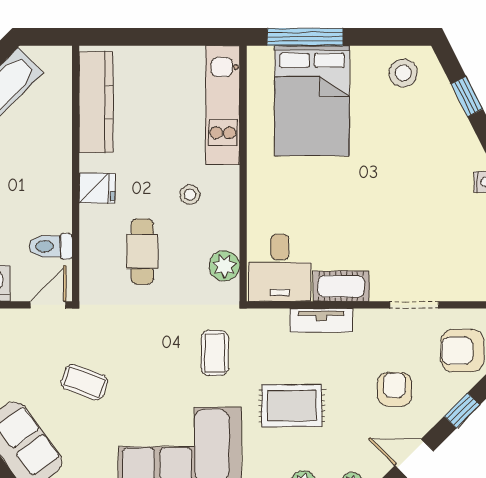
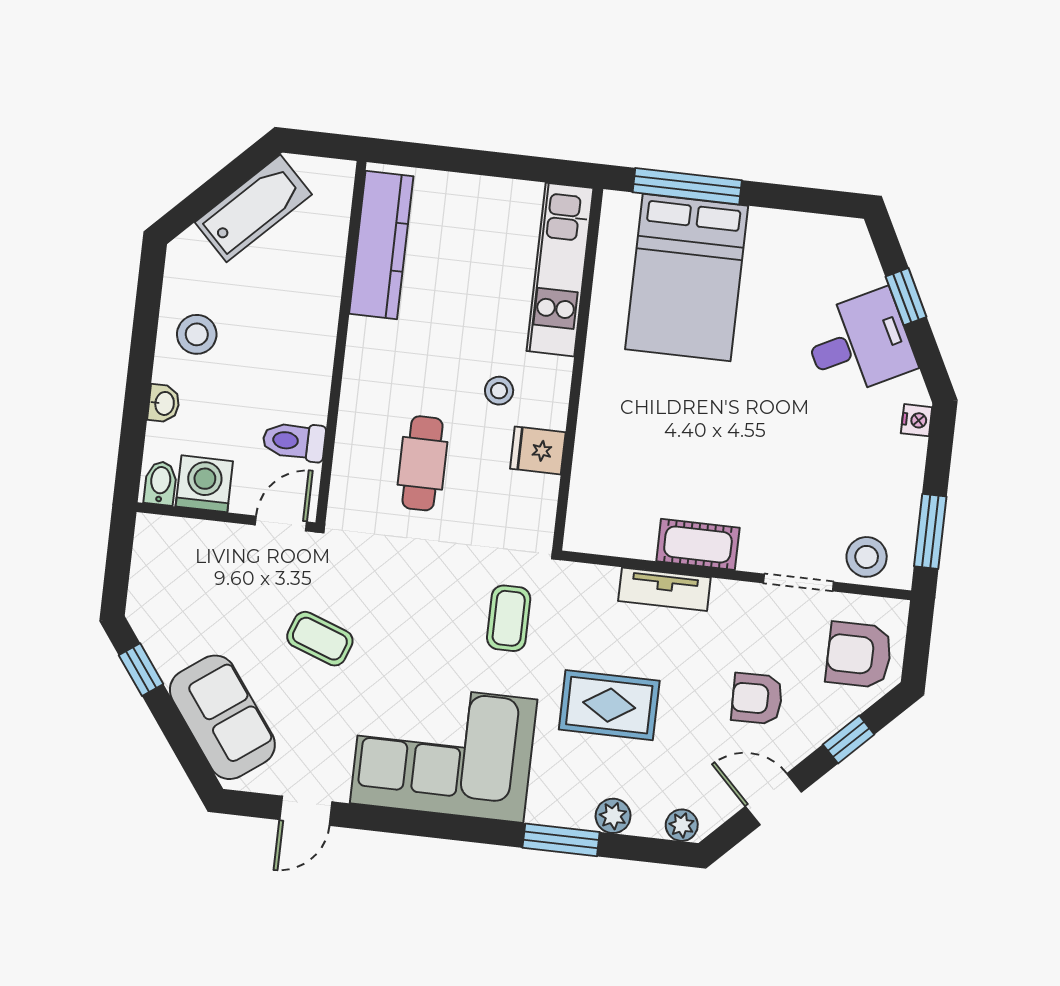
stool: (403, 73) -> (867, 557), moved
fridge: (97, 188) -> (538, 450), moved, turned 180
plant: (224, 266) -> (536, 497), removed
desk: (280, 268) -> (859, 343), moved, turned -117
armchair: (395, 389) -> (757, 699), turned -91

